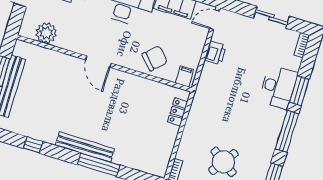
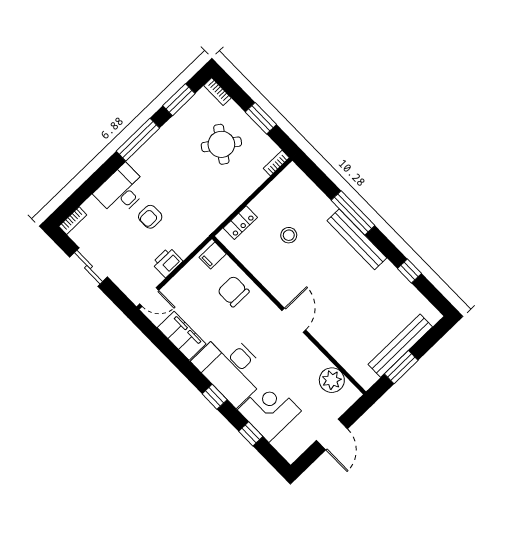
chair: (155, 58) -> (233, 291), turned 43
armchair: (246, 79) -> (150, 217), added
window: (299, 91) -> (102, 175), removed
stool: (137, 122) -> (289, 235), added

